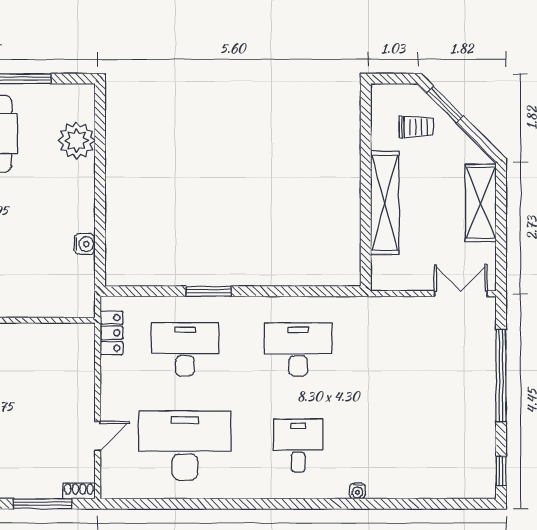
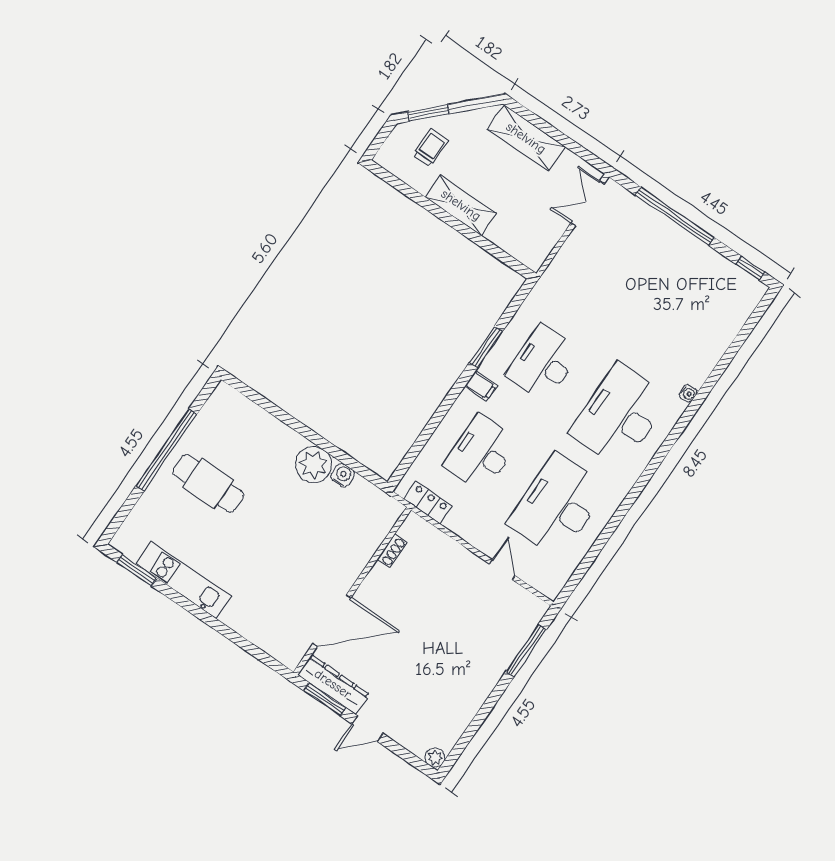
plant: (76, 140) -> (313, 465), moved
shelving: (385, 203) -> (461, 205), width x0.68
window: (209, 291) -> (486, 347), moved
filing cabinet: (242, 310) -> (481, 386), added
desk: (298, 446) -> (619, 416), width x1.87, depth x1.30
shoe rack: (79, 491) -> (392, 551), moved, turned 180

